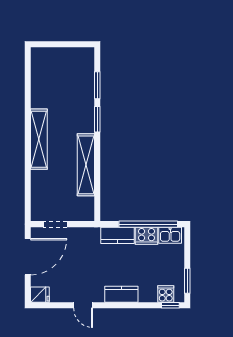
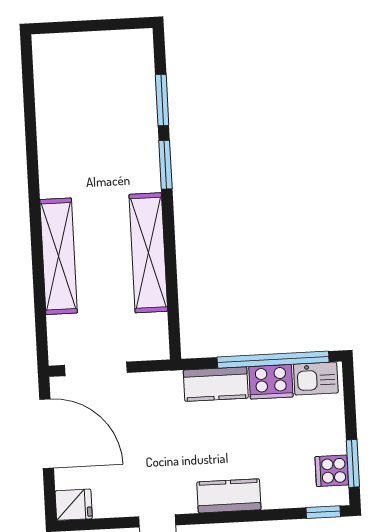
shelving: (39, 139) -> (59, 256), moved
doorway: (55, 224) -> (96, 369), width x1.38
door: (28, 257) -> (47, 434), hinge flipped
cooker: (166, 294) -> (332, 471), moved, turned -90

